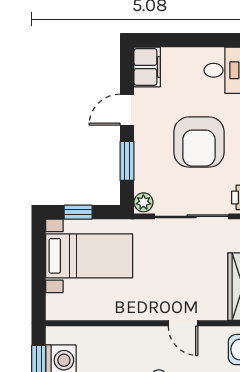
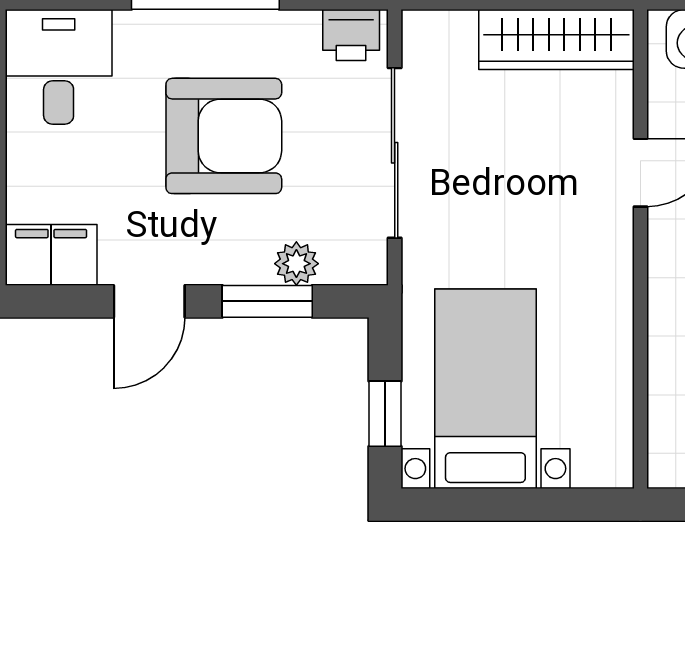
door: (127, 110) -> (149, 301), hinge flipped
plant: (143, 202) -> (296, 264), moved

